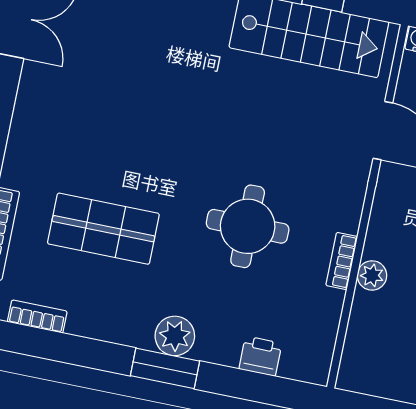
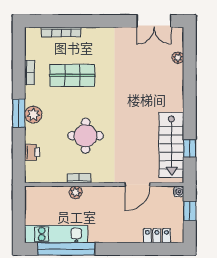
shop shelf: (103, 229) -> (72, 75), turned 90
bookcase: (37, 317) -> (30, 73), moved

